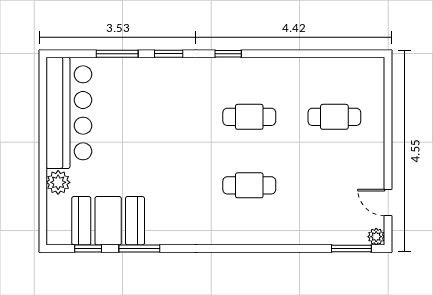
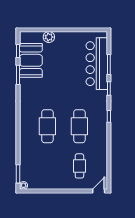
bar counter: (69, 113) -> (97, 64), moved, turned 90
cafe table: (249, 117) -> (79, 126), width x1.37, depth x1.35
cafe table: (249, 185) -> (47, 126), width x1.37, depth x1.35
door: (388, 203) -> (99, 191), moved

